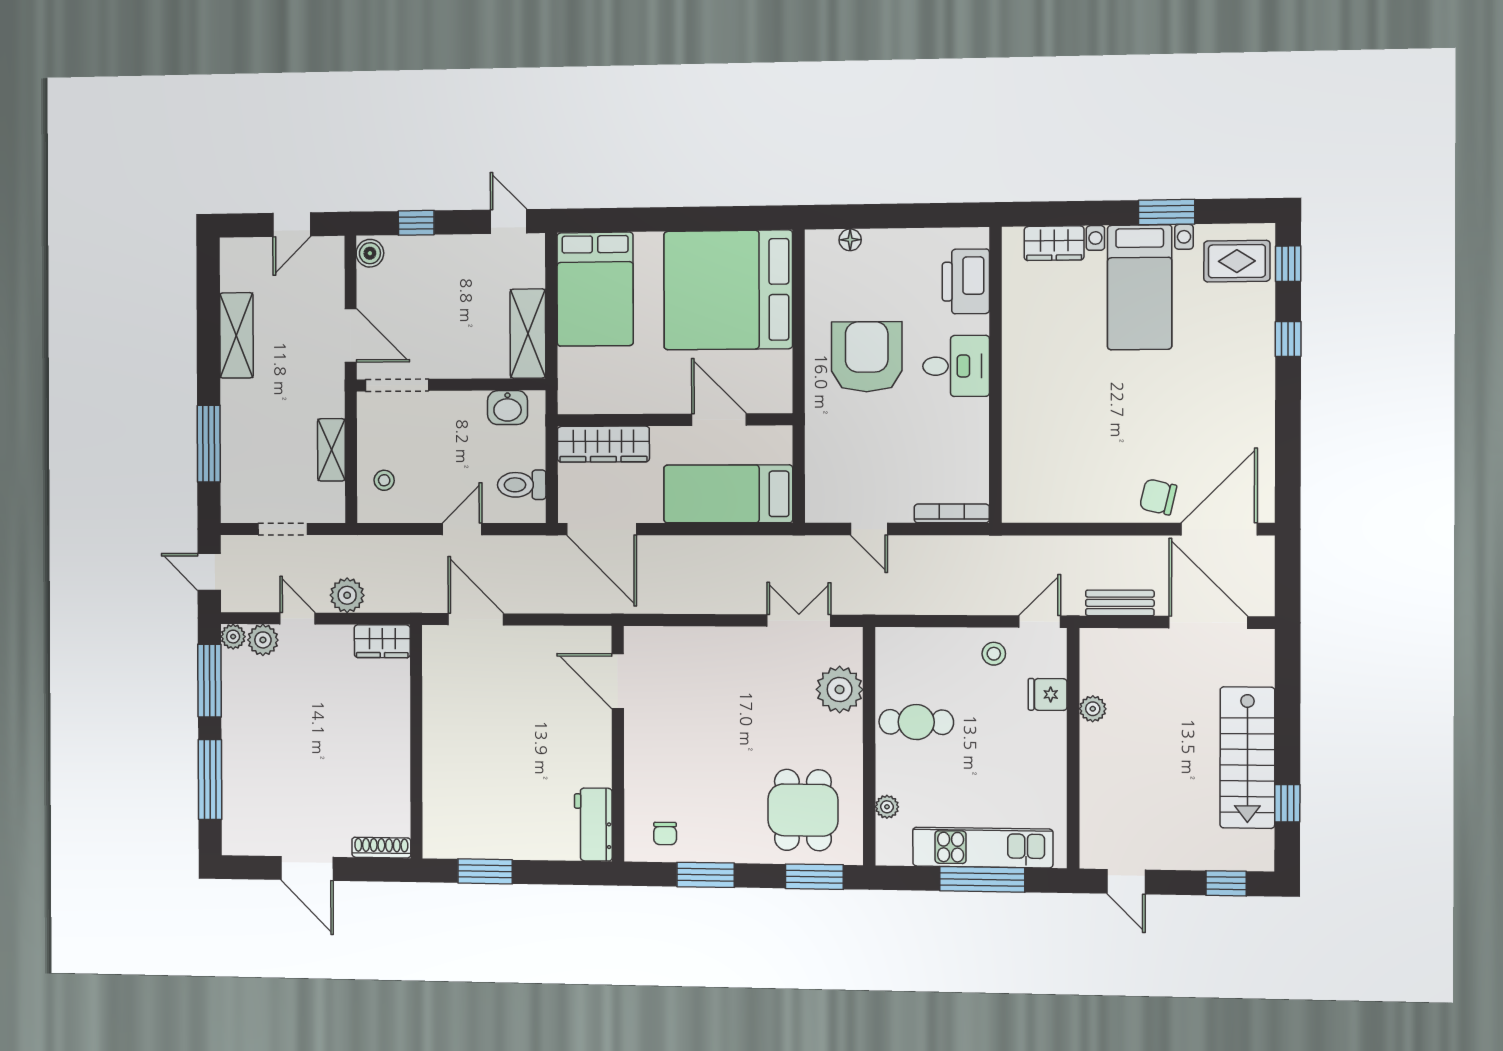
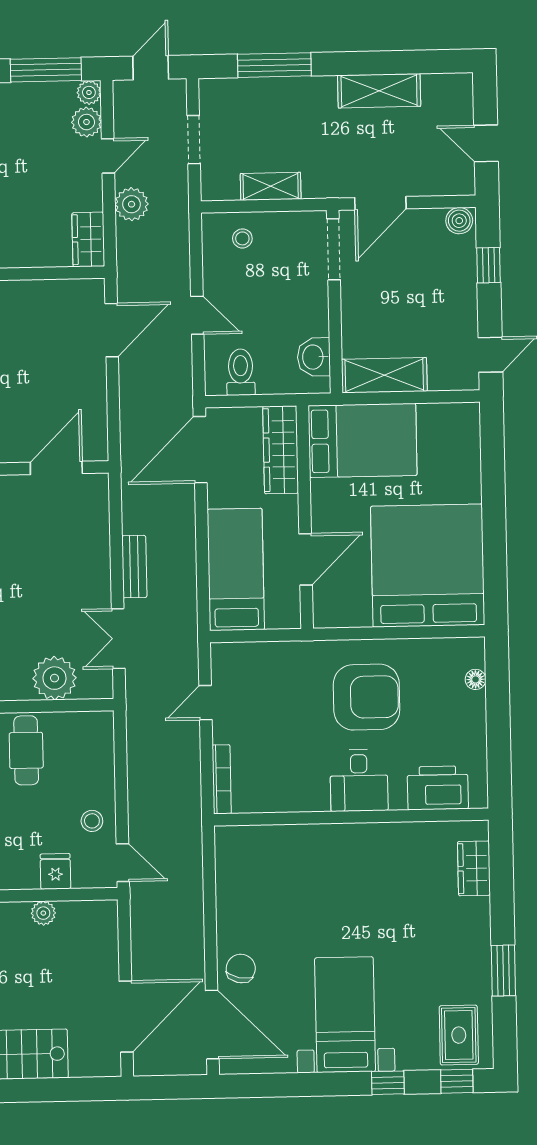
bed with nightstands: (1140, 287) -> (345, 1015), moved, turned 90
bed: (595, 289) -> (363, 440), moved, turned 180
bench: (1120, 603) -> (134, 567), moved
double door: (799, 621) -> (118, 639), swing flipped

